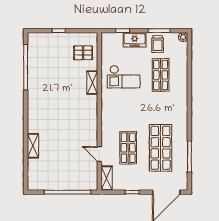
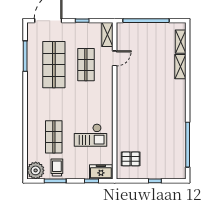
plant: (183, 37) -> (36, 170), width x1.88, depth x1.88
freezer: (135, 40) -> (101, 172), moved
checkout: (124, 77) -> (91, 135), turned 180
shelving: (92, 83) -> (181, 42), moved
door: (99, 154) -> (115, 58), hinge flipped

